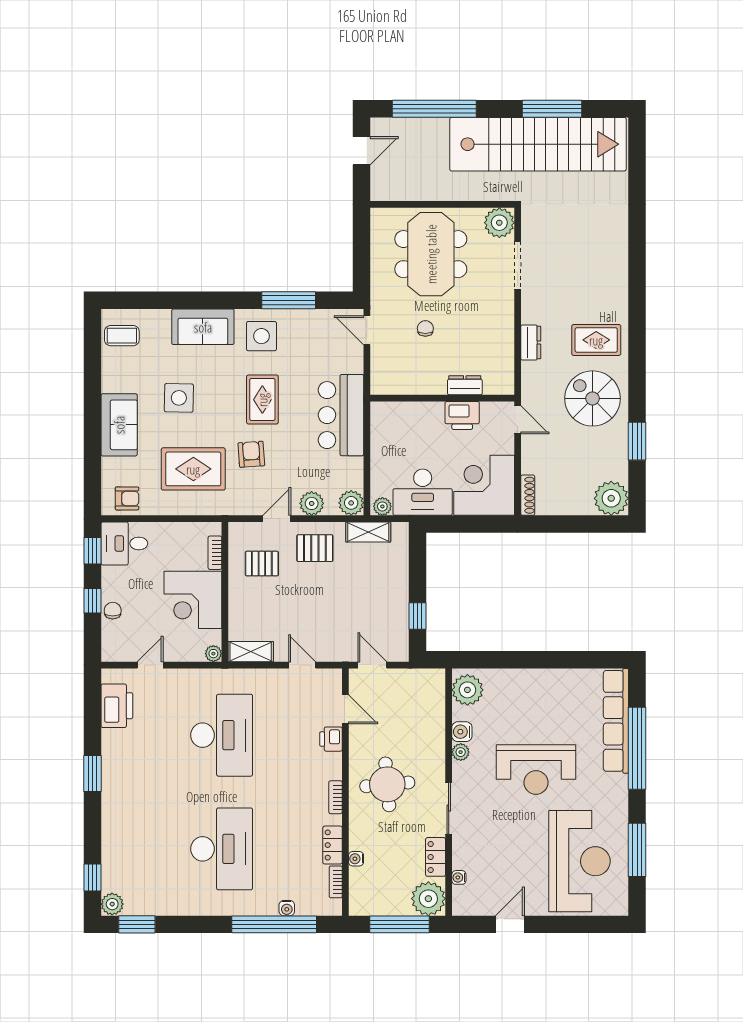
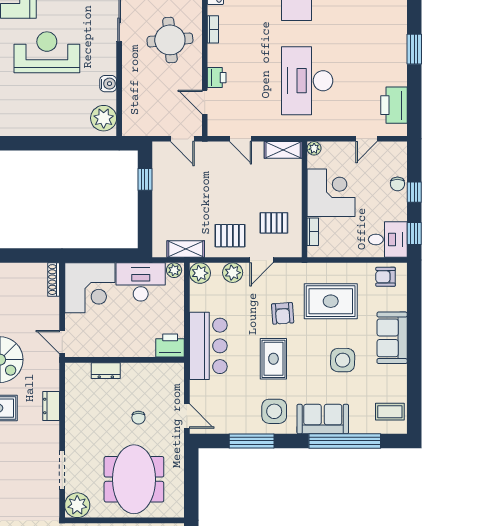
window: (176, 300) -> (345, 441), added
printer: (462, 415) -> (170, 346), moved
plant: (461, 752) -> (109, 67), removed

